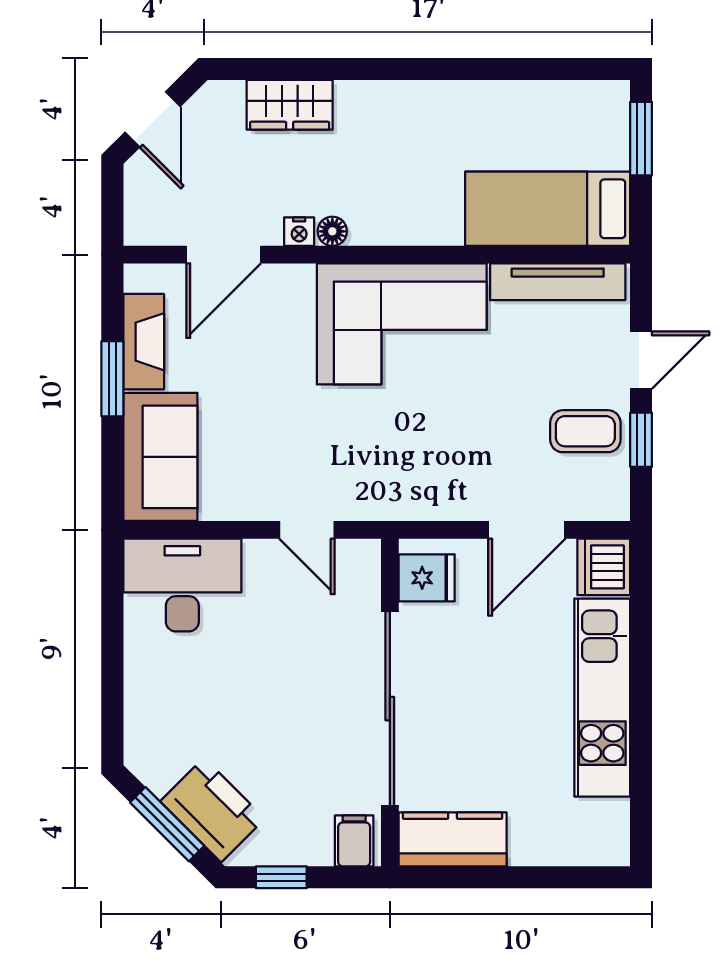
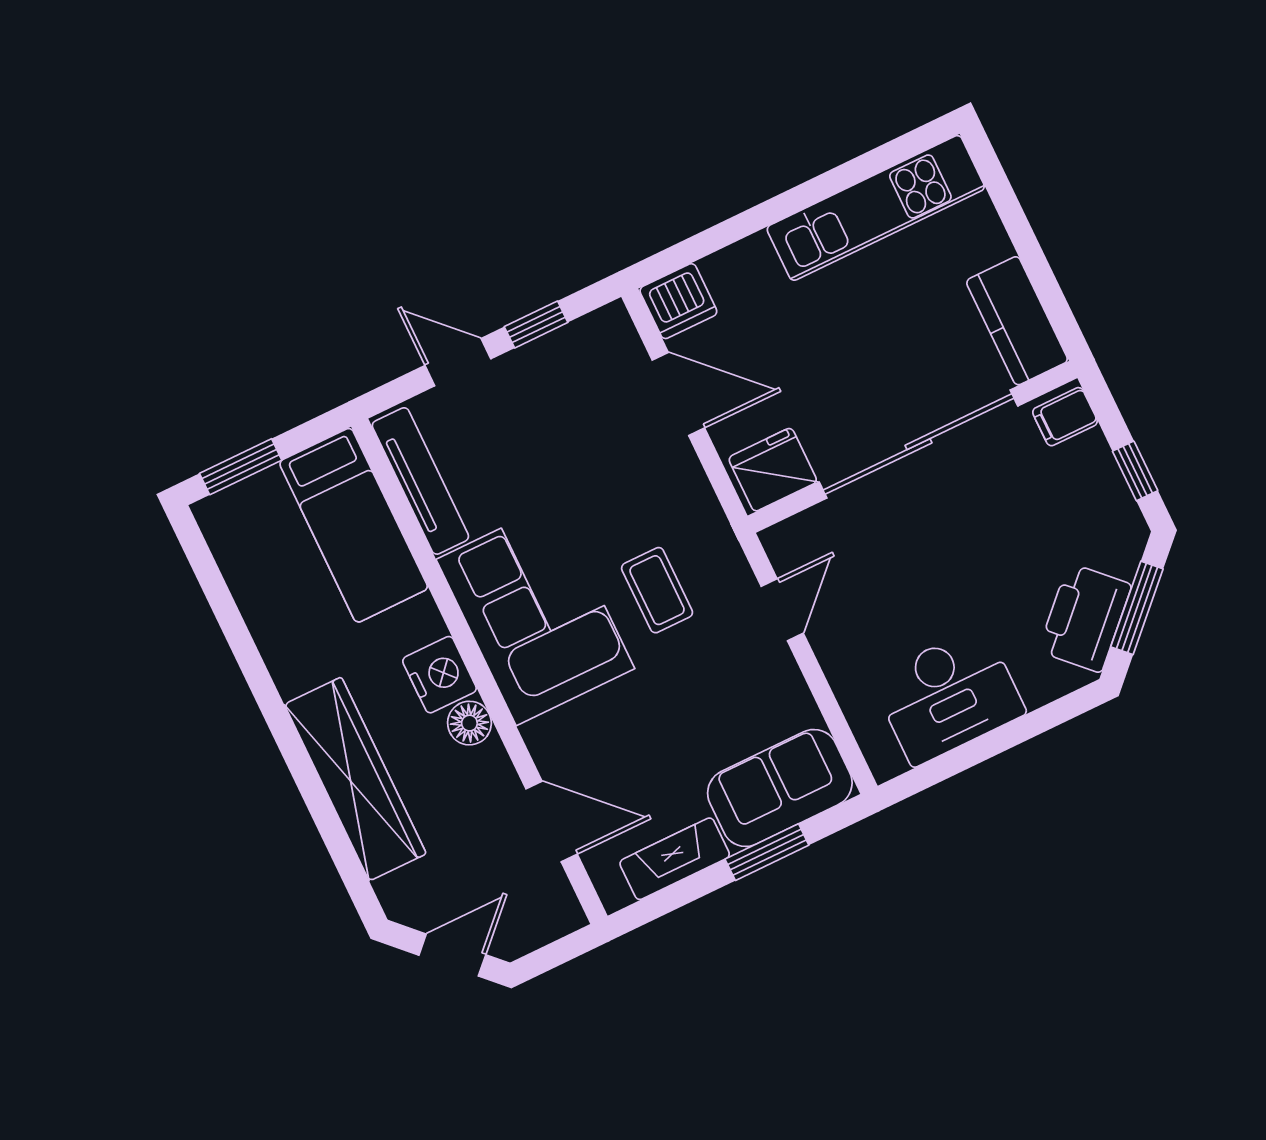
wardrobe: (290, 105) -> (355, 779), width x2.10, depth x1.17
floor lamp: (332, 231) -> (469, 723), width x1.37, depth x1.37
nightstand: (299, 232) -> (440, 675), moved, width x1.89, depth x1.79
window: (112, 379) -> (767, 852), moved
coffee table: (585, 431) -> (657, 590), moved
fridge: (427, 578) -> (773, 470), width x1.38
desk: (182, 585) -> (948, 696), moved, turned -90
kitchen unit: (602, 698) -> (876, 208), moved
printer: (213, 810) -> (1085, 618), moved

